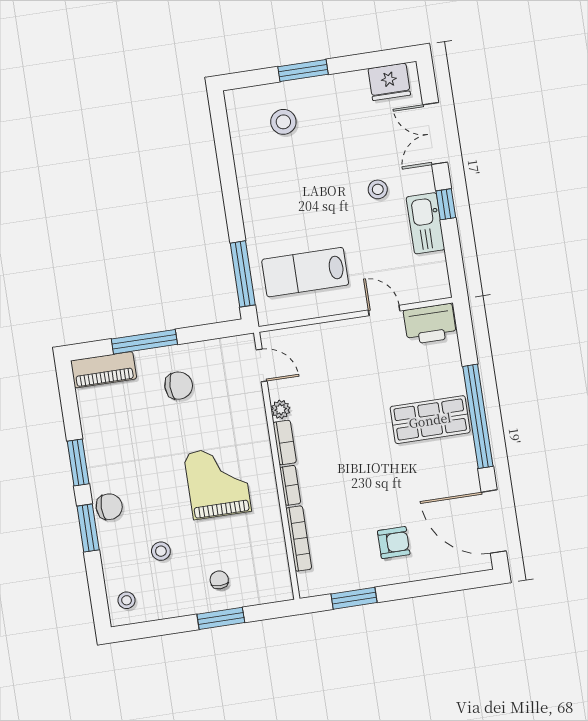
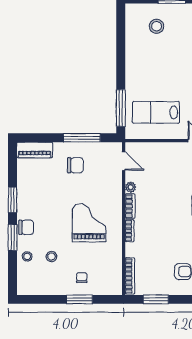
window: (144, 342) -> (82, 138), moved
bookcase: (299, 538) -> (130, 276), moved
stool: (127, 600) -> (27, 256), moved

